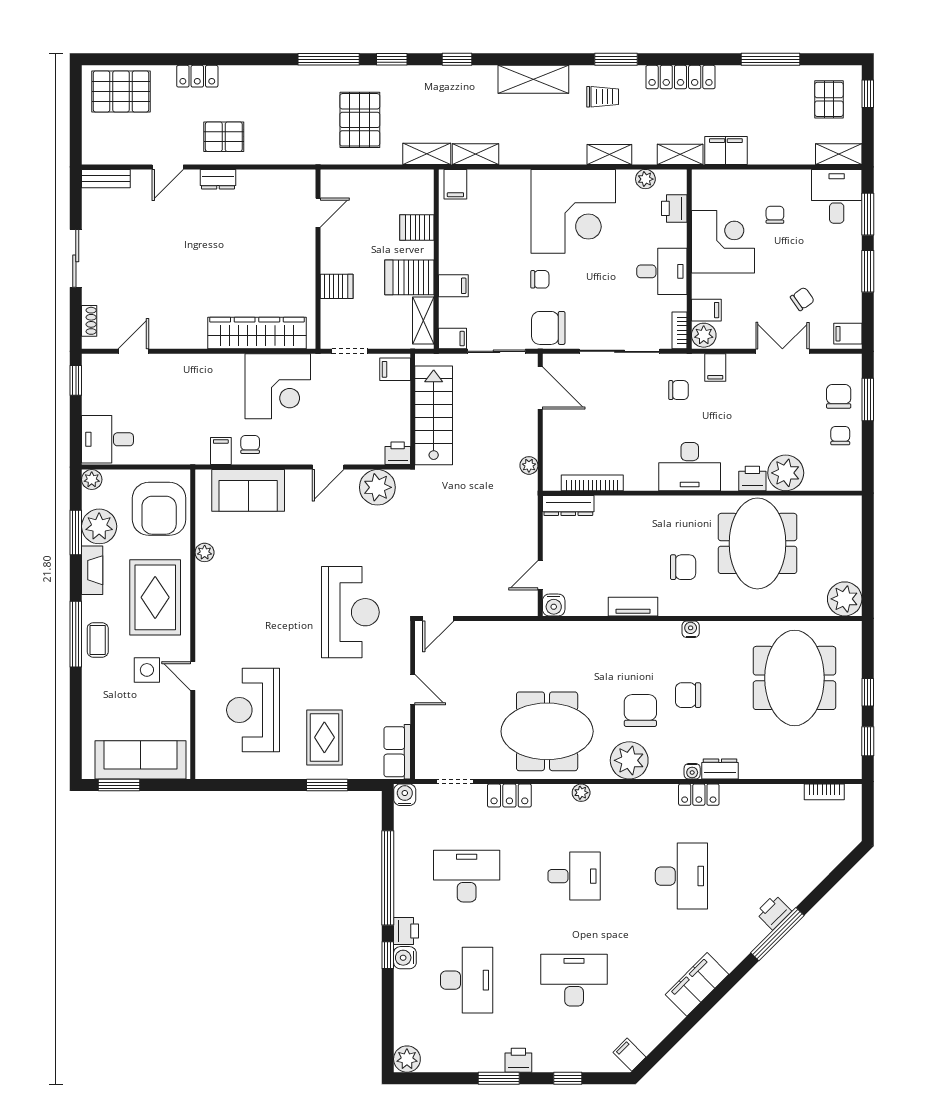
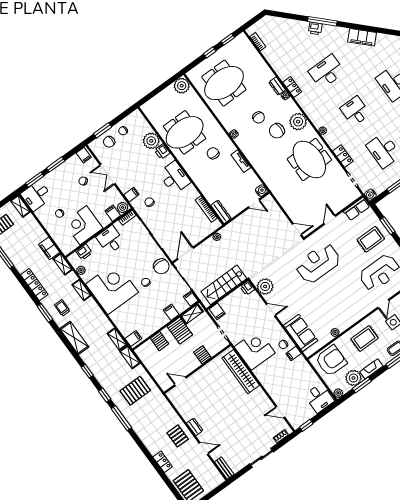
rug: (155, 597) -> (365, 339), width x0.73, depth x0.70

